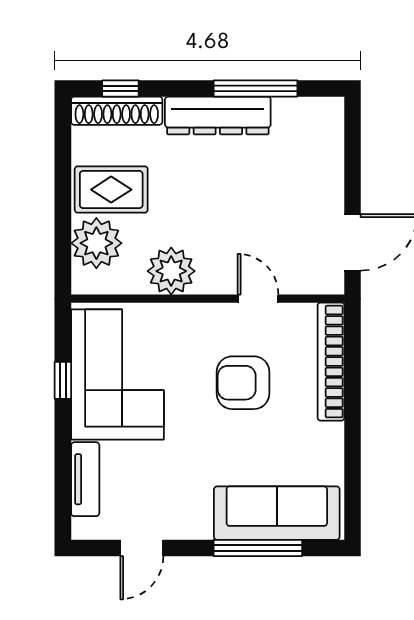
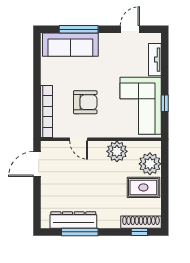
dresser: (218, 115) -> (73, 220), moved

